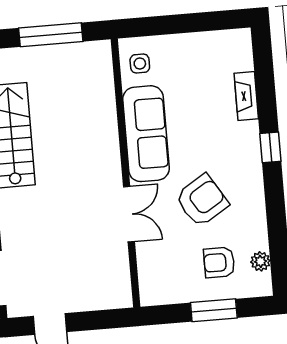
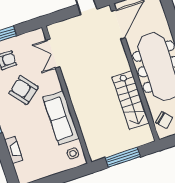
armchair: (202, 200) -> (24, 90), turned 83
double door: (129, 214) -> (53, 54), moved

